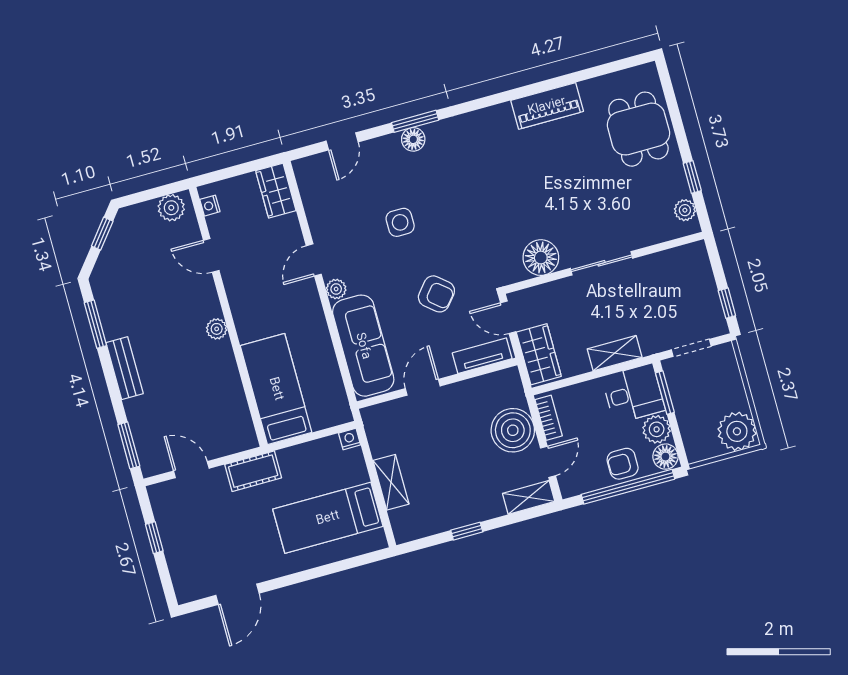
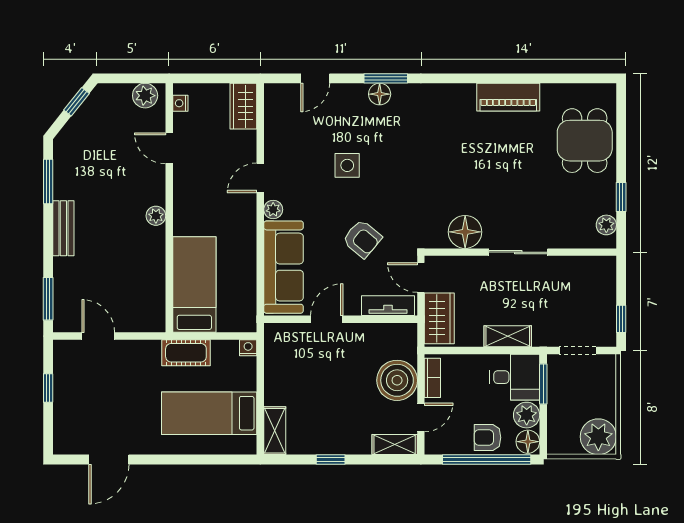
cot: (253, 471) -> (186, 353), moved
shelving: (391, 482) -> (275, 431), moved

